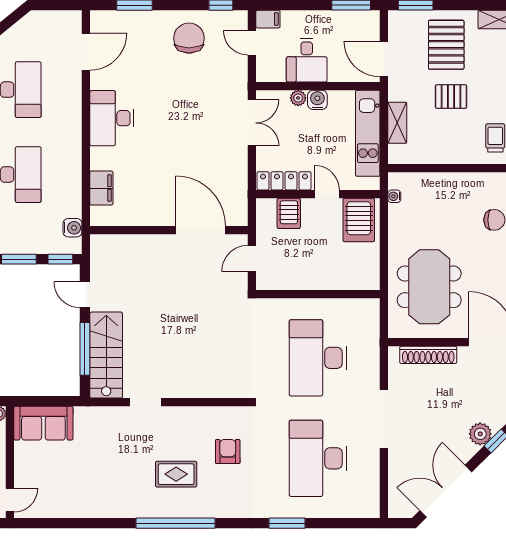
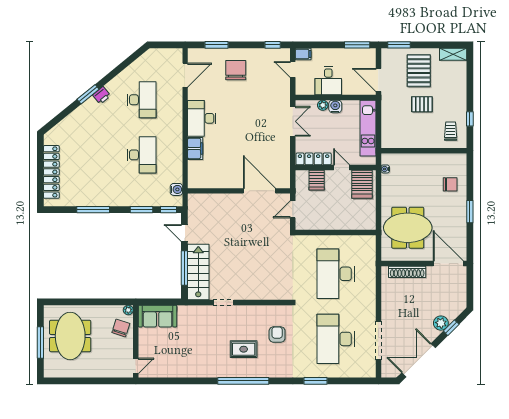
chair: (189, 38) -> (236, 70), moved
shelving: (397, 123) -> (387, 121), removed
filing cabinet: (101, 188) -> (195, 148), moved
meeting table: (429, 287) -> (408, 228), turned 90
doorway: (384, 419) -> (378, 340), moved

